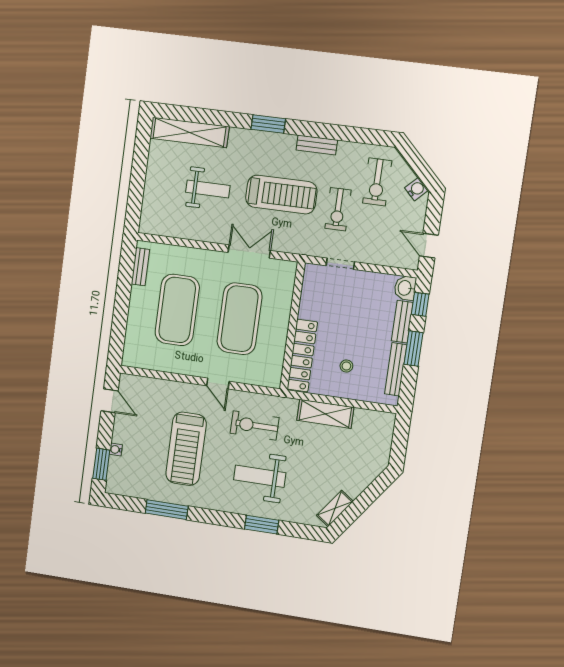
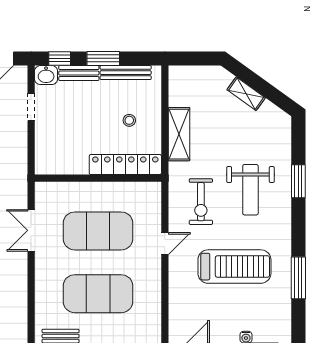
doorway: (340, 264) -> (31, 107), moved
shelving: (335, 508) -> (246, 94), moved

